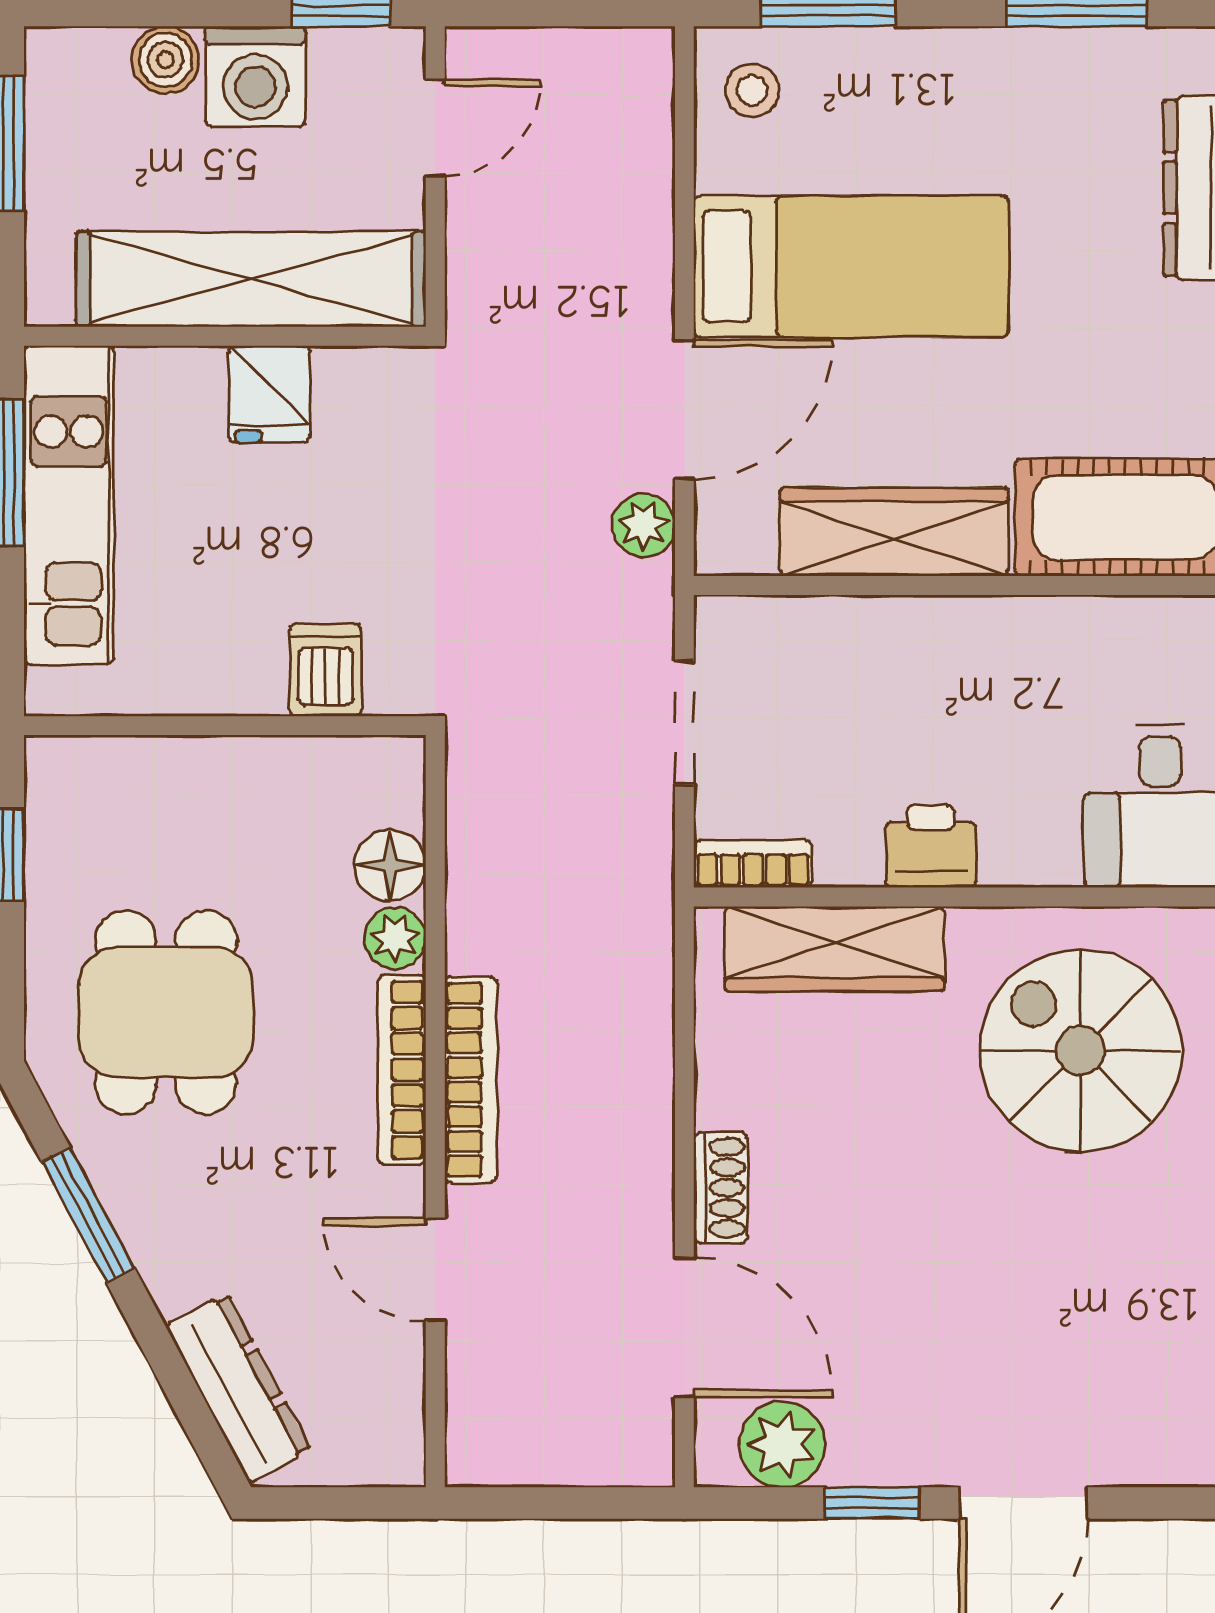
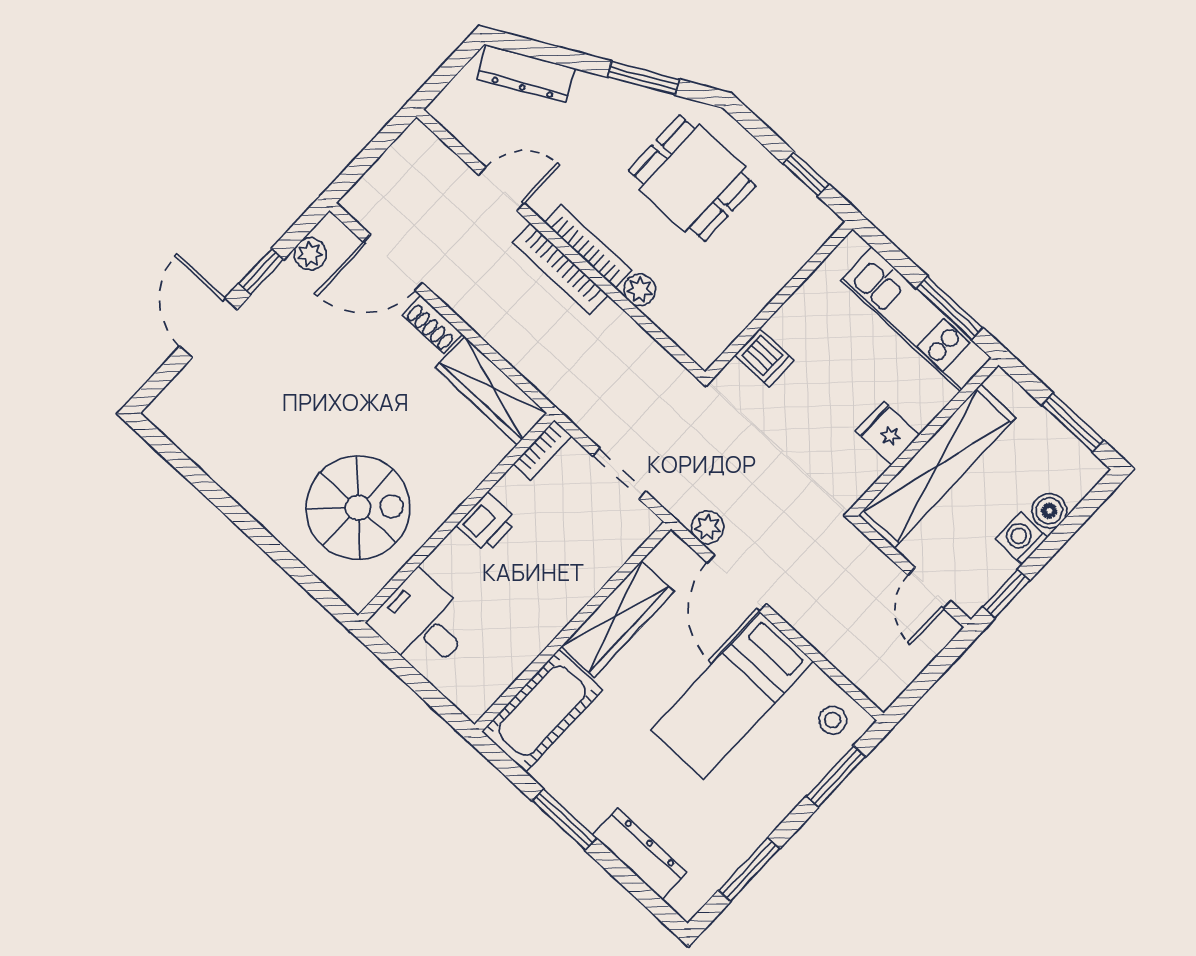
washing machine: (255, 77) -> (1021, 538), width x0.73, depth x0.73
floor lamp: (390, 865) -> (669, 313), removed
wardrobe: (835, 949) -> (491, 391), moved, turned -90
plant: (782, 1444) -> (310, 254), width x0.73, depth x0.73

